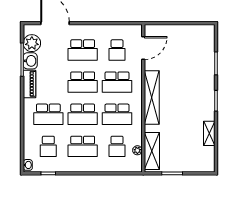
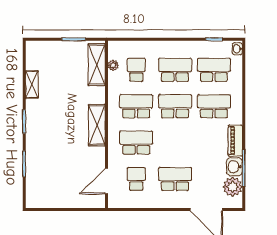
school desk: (83, 82) -> (175, 143), removed
shelving: (152, 97) -> (97, 125), width x0.68
school desk: (48, 146) -> (214, 70), width x1.85

